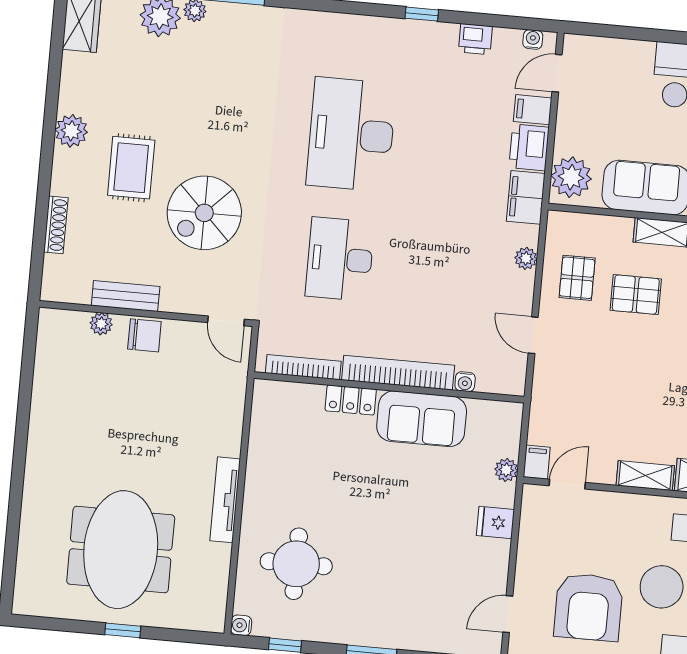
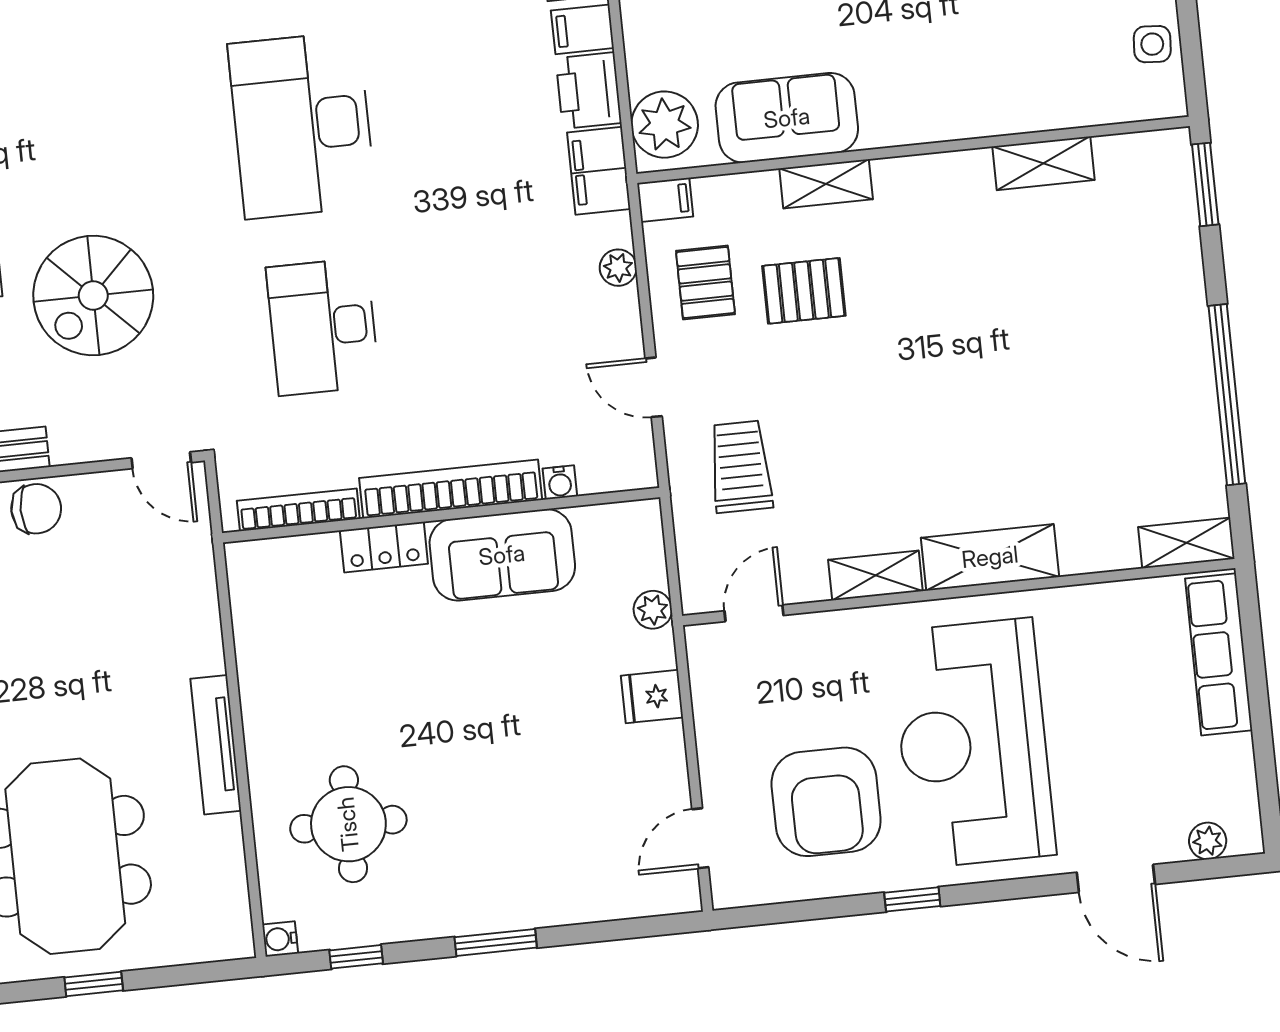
trolley: (576, 394) -> (741, 467), added
filing cabinet: (537, 462) -> (665, 200), moved, turned 90

